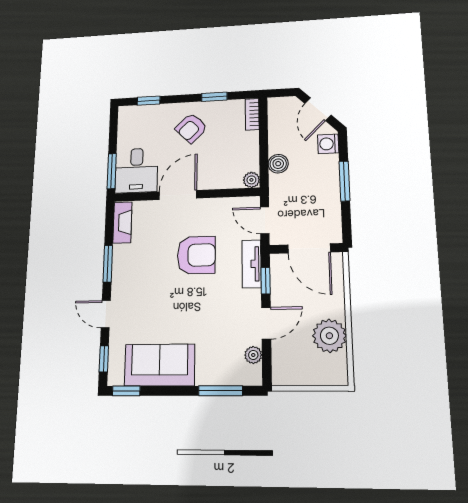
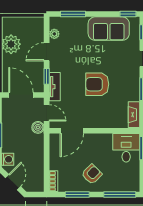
window: (214, 97) -> (77, 194), width x1.50
window: (149, 101) -> (120, 194), width x2.17
boiler: (278, 164) -> (38, 127), moved
plant: (251, 180) -> (54, 138), removed
door: (178, 195) -> (72, 131), moved
armchair: (196, 255) -> (97, 84), moved

